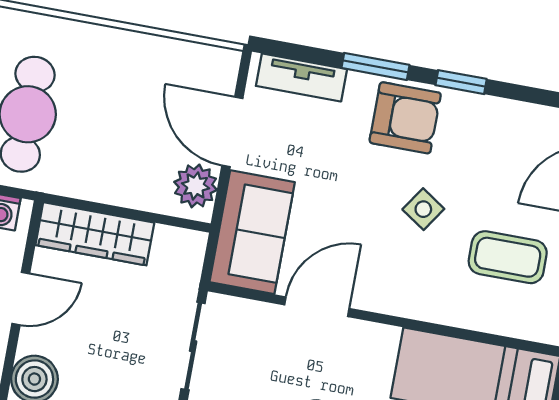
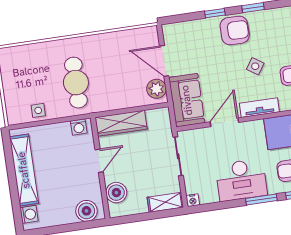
window: (376, 66) -> (215, 13), width x0.67
tv unit: (301, 77) -> (259, 108), moved, turned 180

